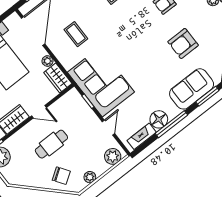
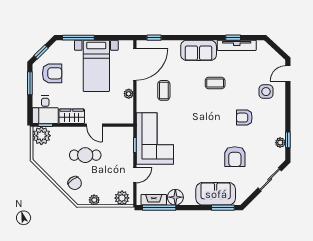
armchair: (183, 43) -> (235, 157), turned -90
wardrobe: (58, 78) -> (127, 112), removed
window: (171, 124) -> (159, 208), moved

